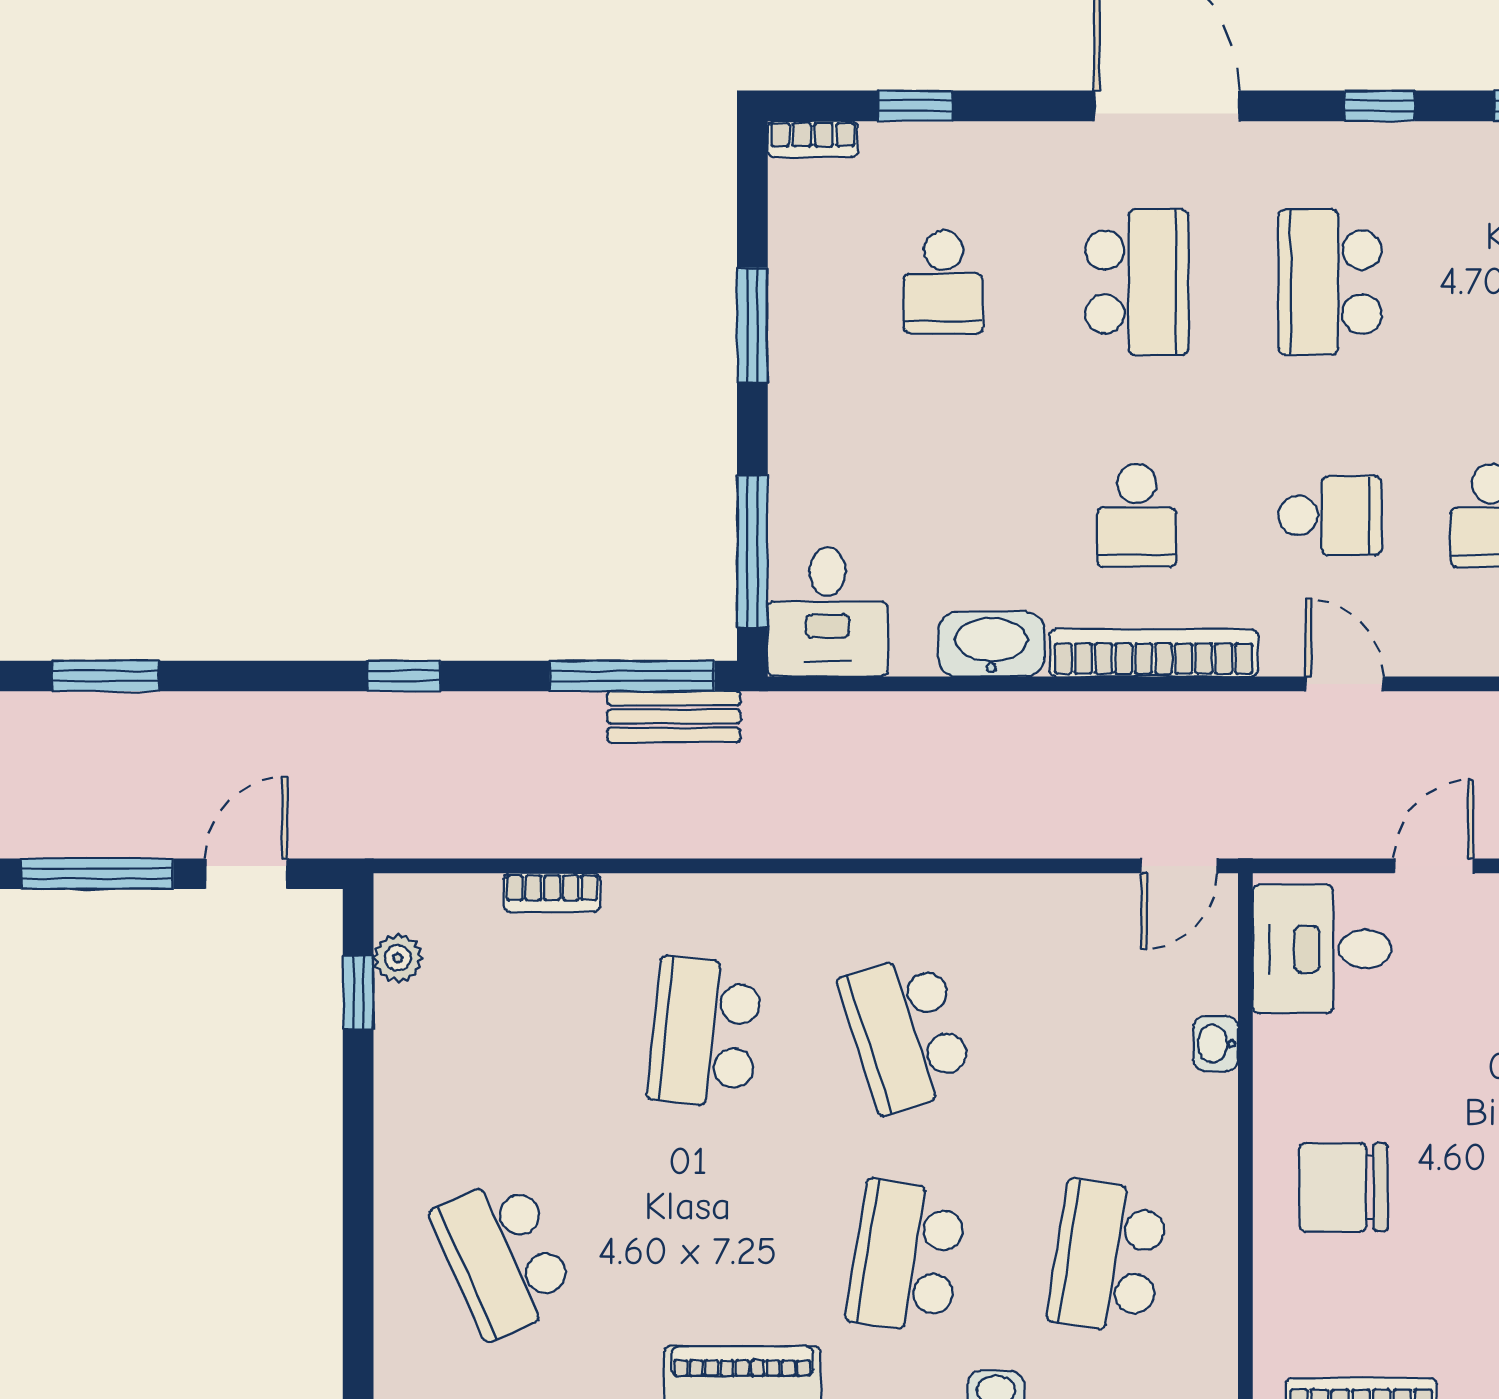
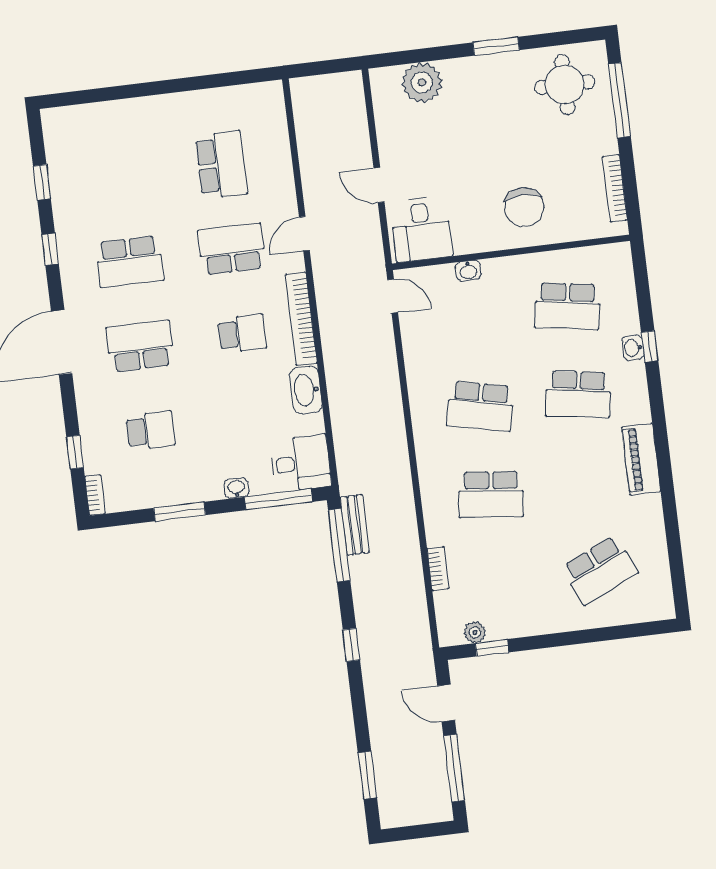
washbasin: (789, 460) -> (236, 488), added
school desk: (1330, 516) -> (232, 249), width x1.85
school desk: (907, 1033) -> (480, 406), turned 30

